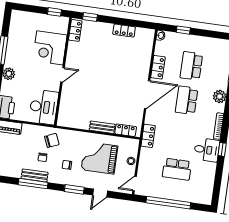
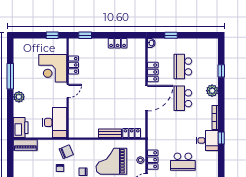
locker: (75, 30) -> (73, 65), moved
locker: (148, 136) -> (153, 160), moved

